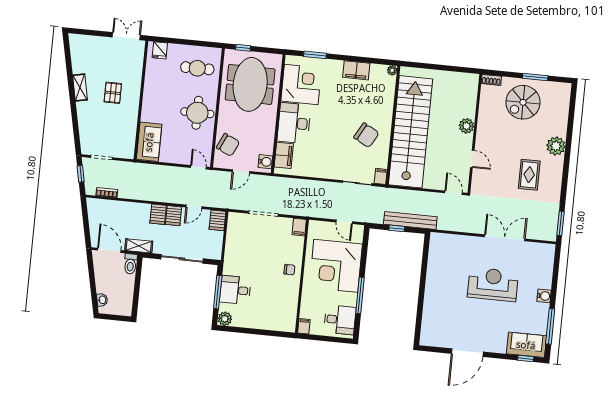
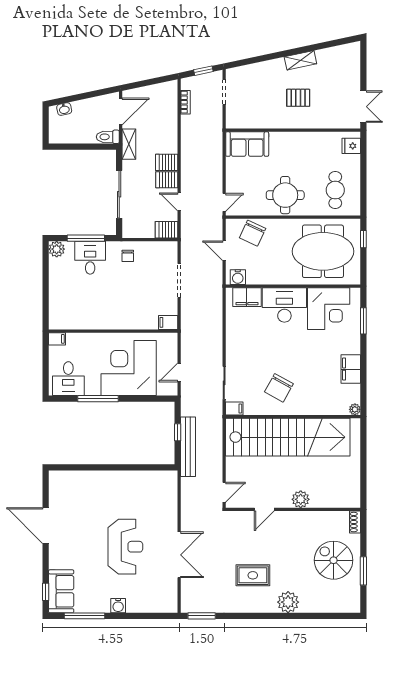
chair: (289, 270) -> (128, 256), moved

